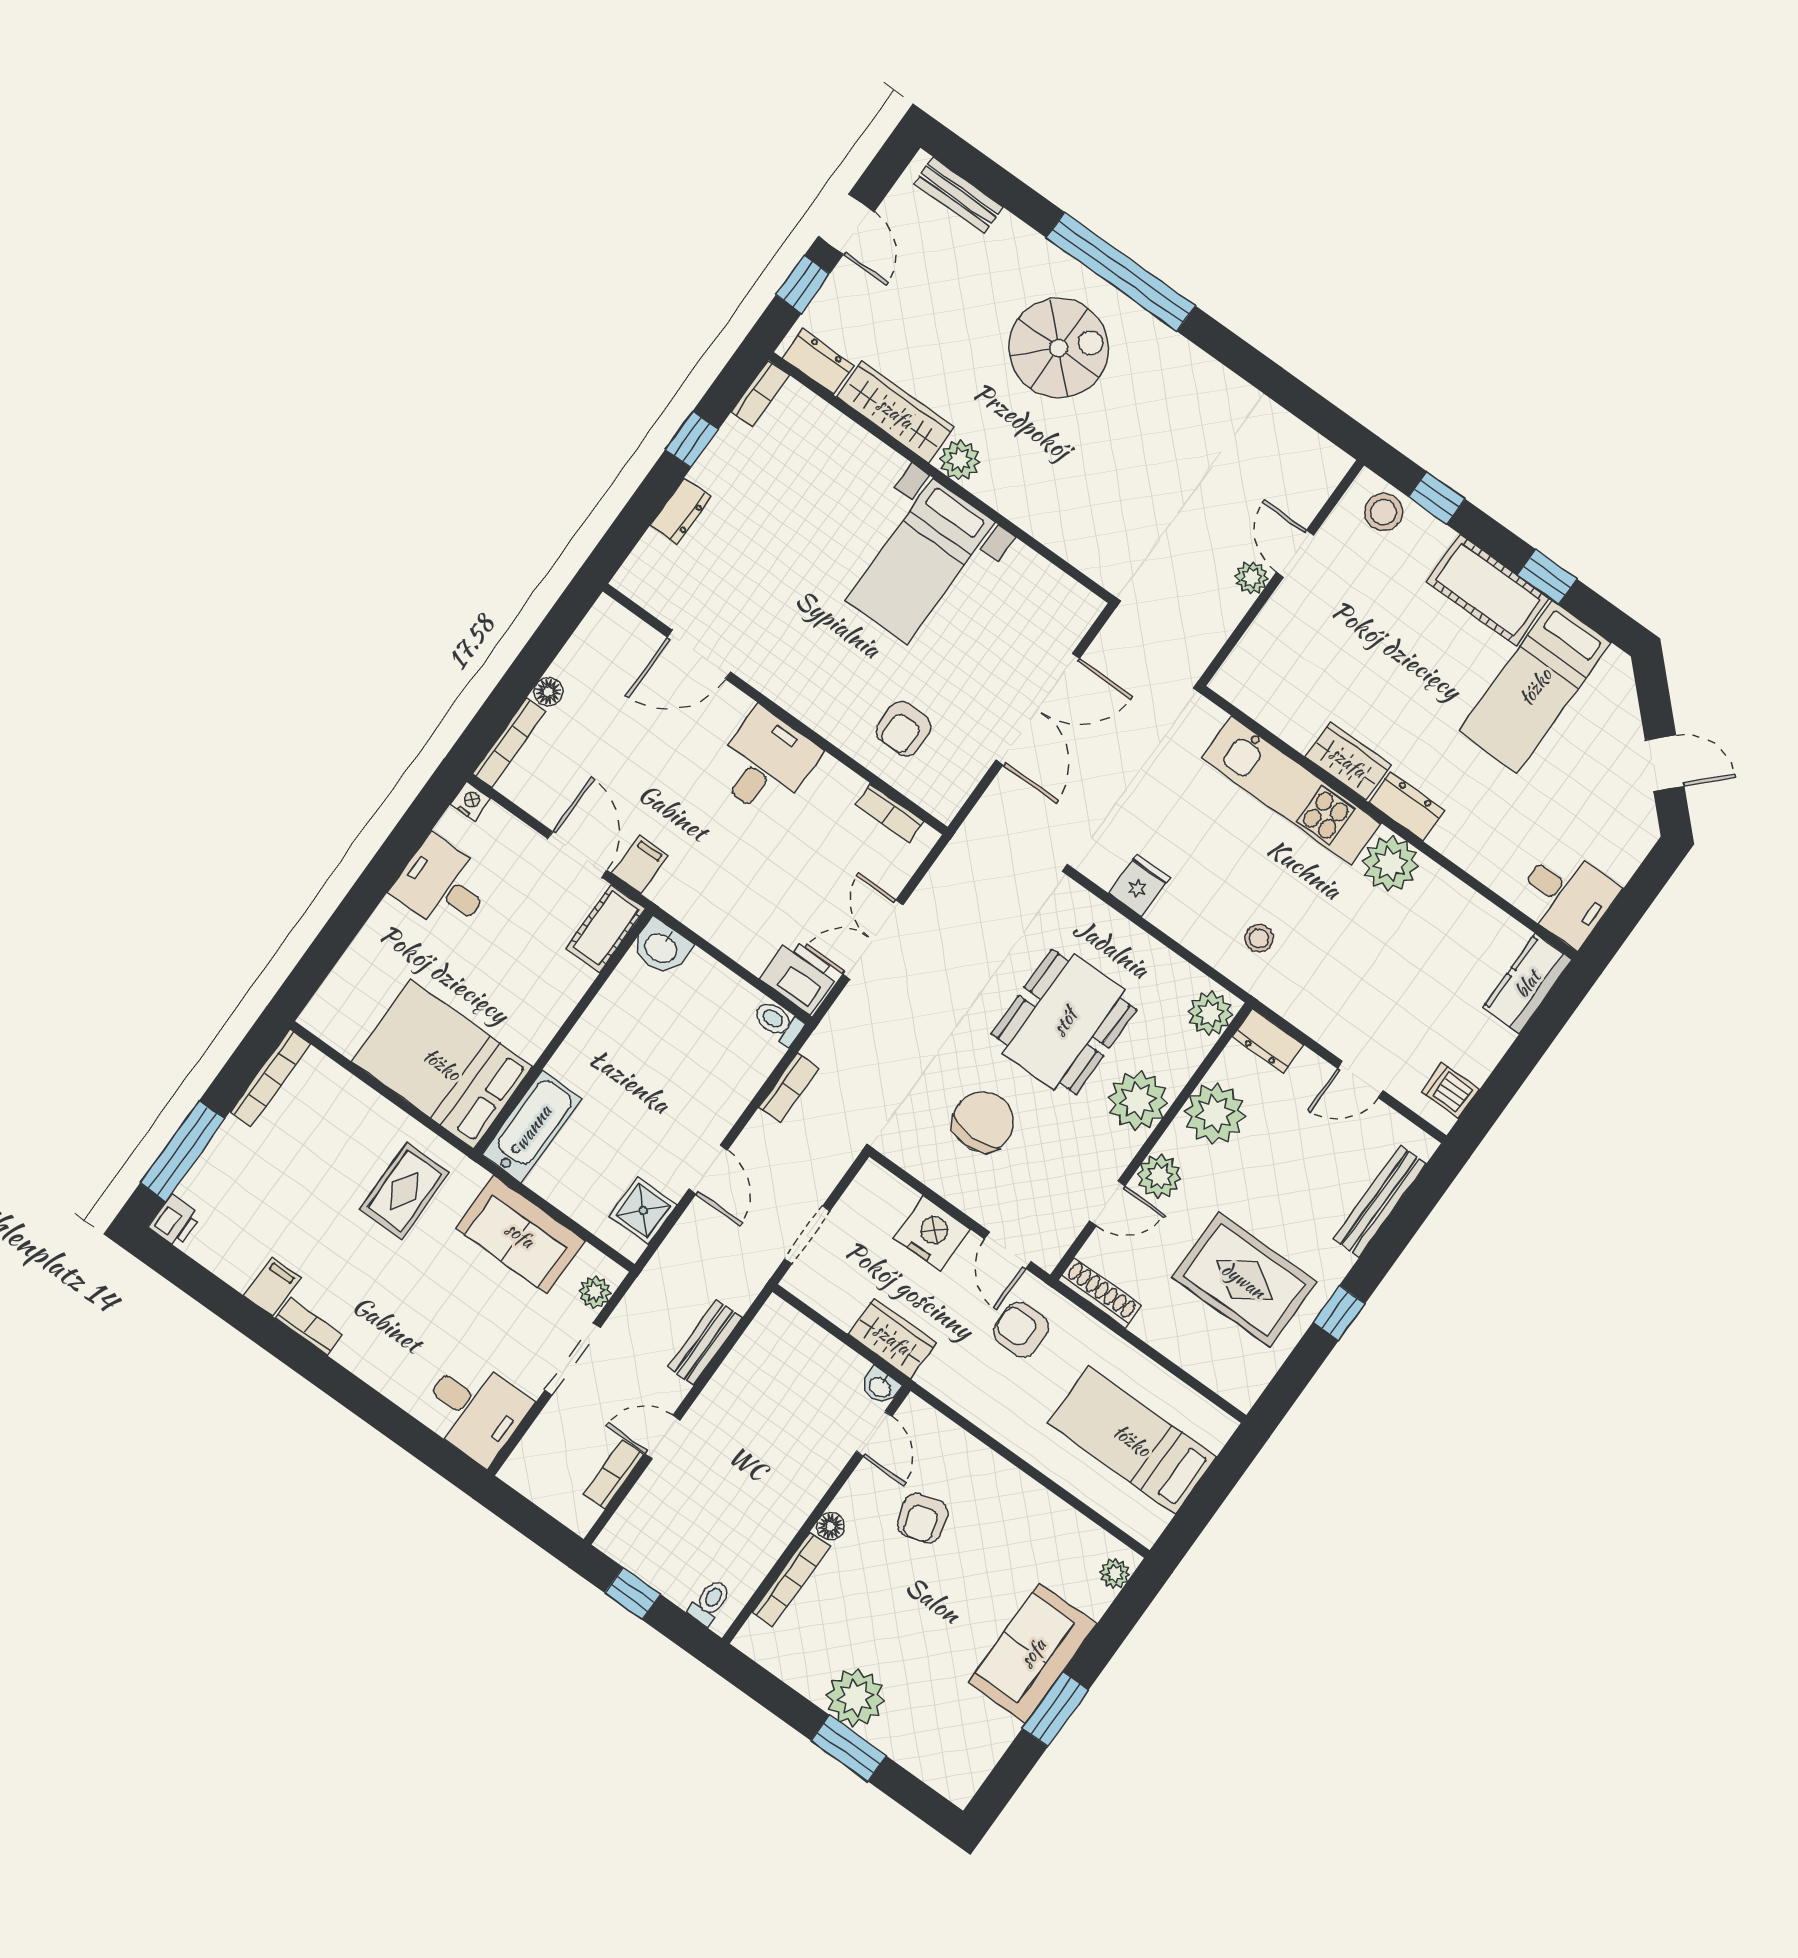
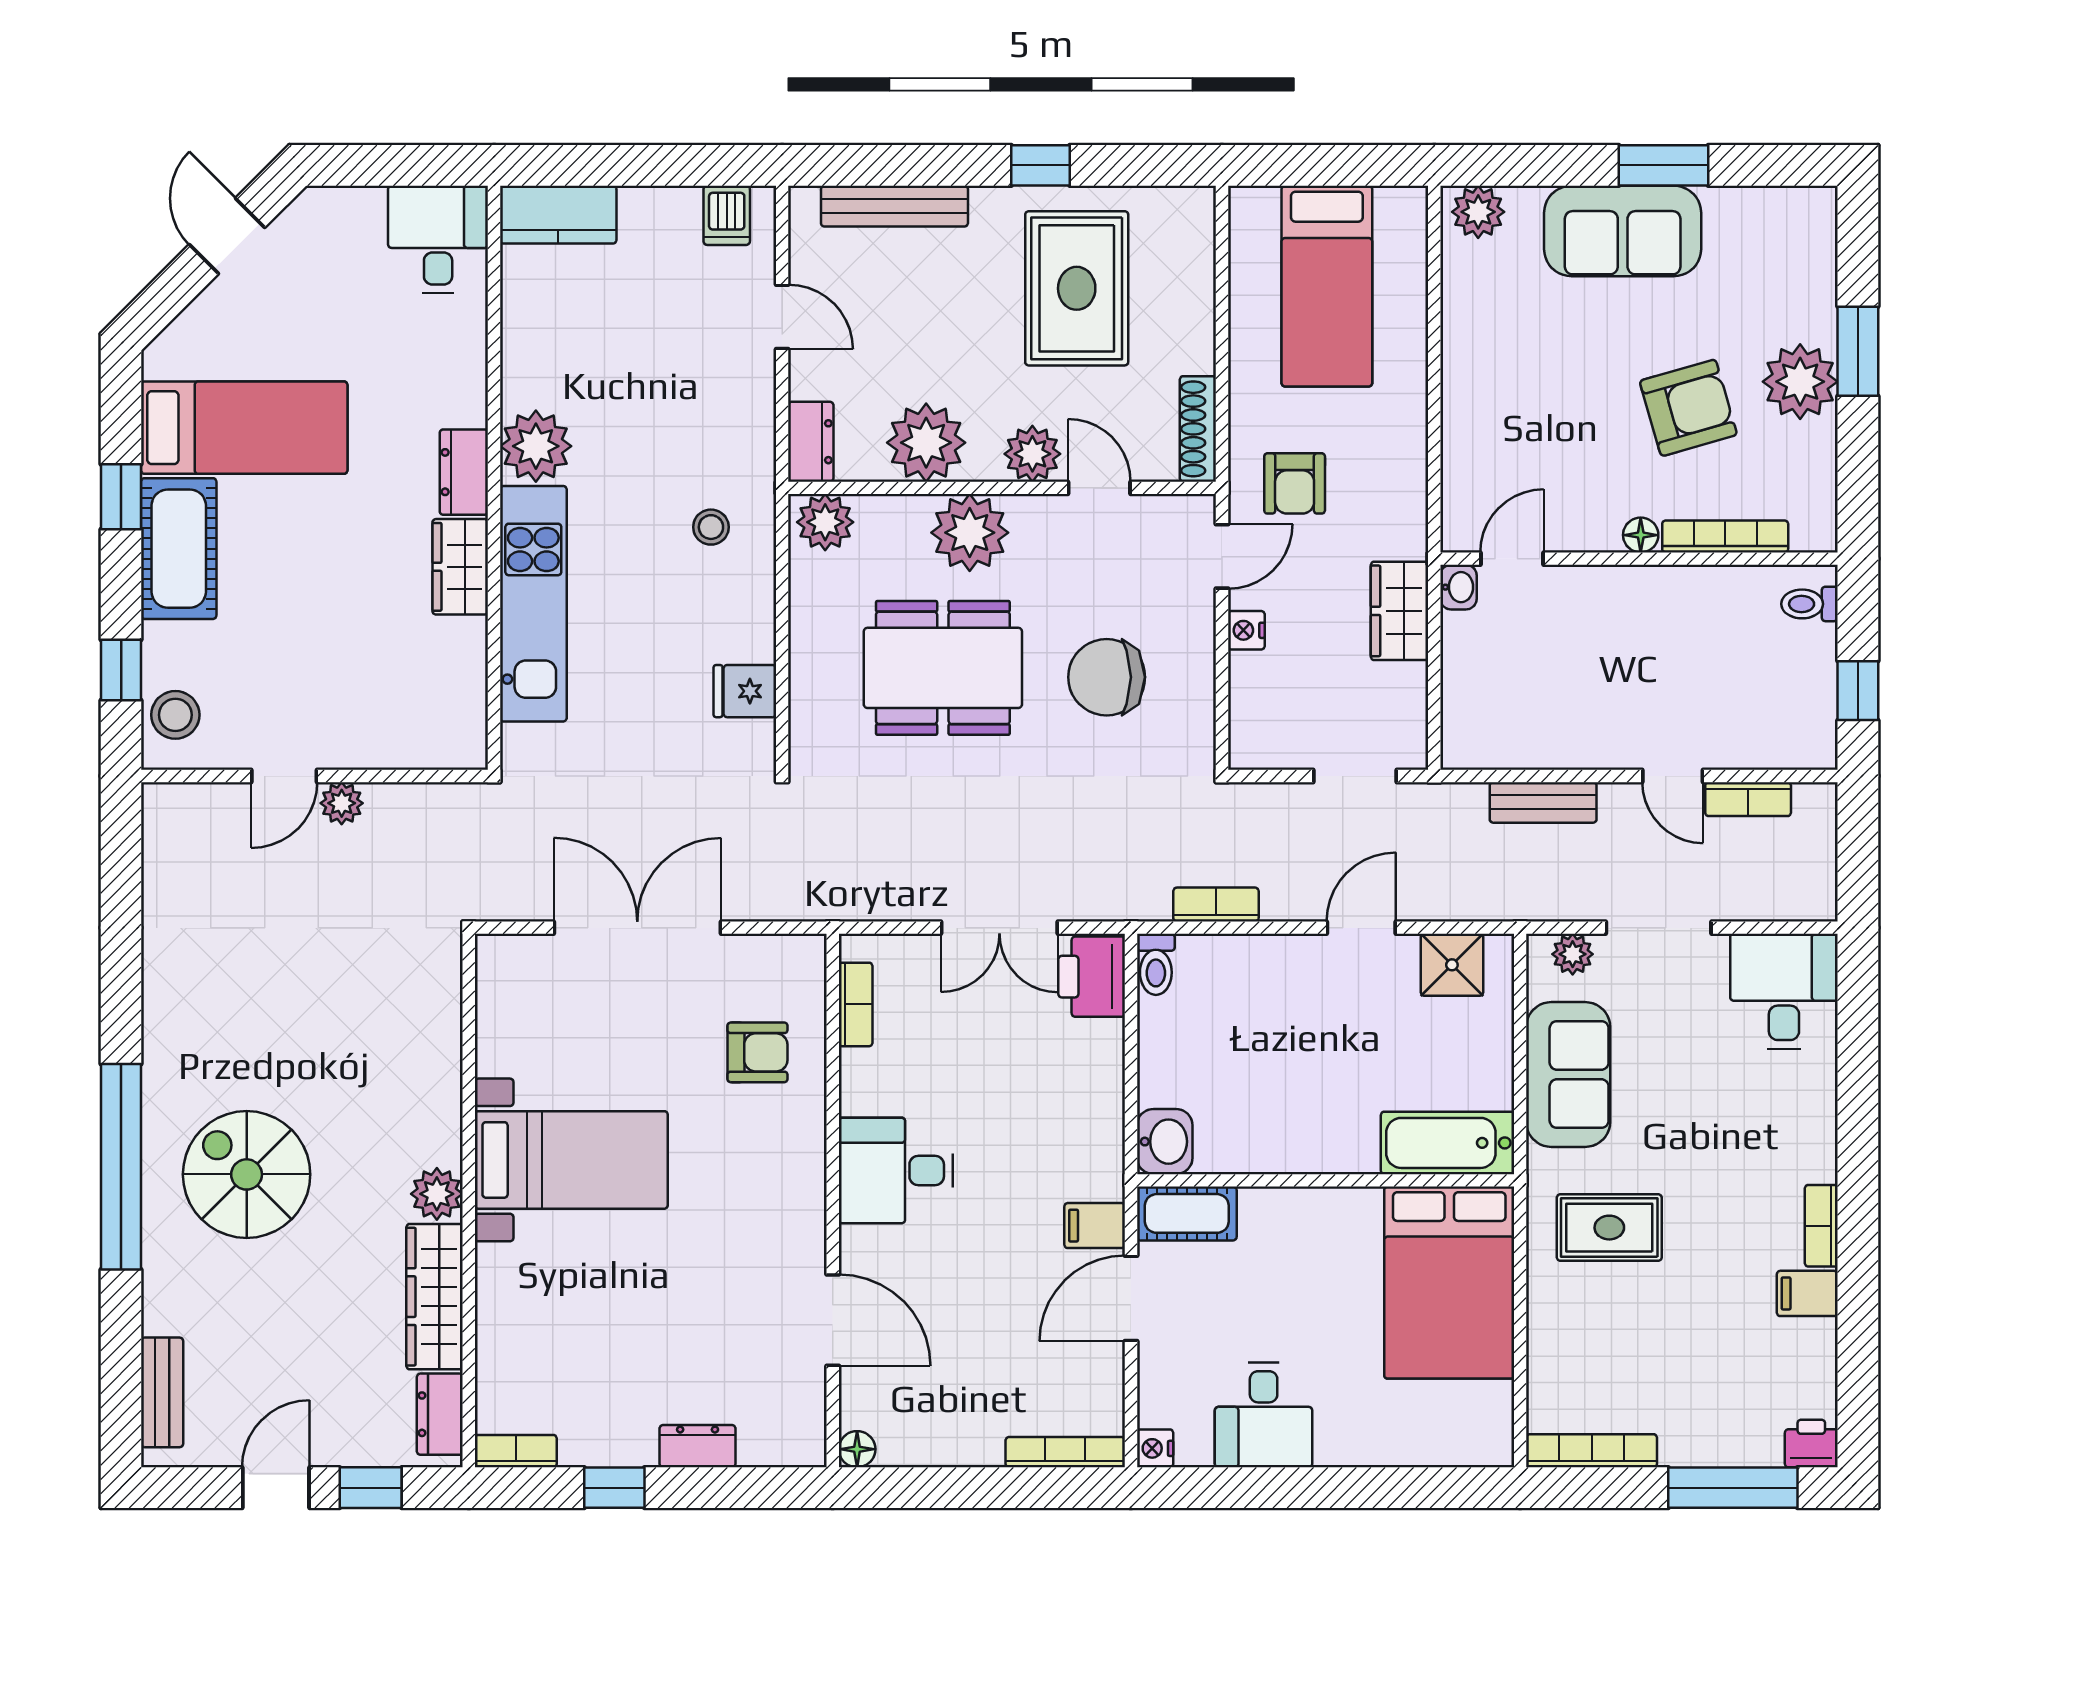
floor lamp: (548, 692) -> (857, 1449), moved
nightstand: (932, 1233) -> (1246, 630), width x0.53, depth x0.56
armchair: (922, 1518) -> (1688, 408), moved, width x1.38, depth x1.38
plant: (1115, 1573) -> (1478, 212), width x1.38, depth x1.38

